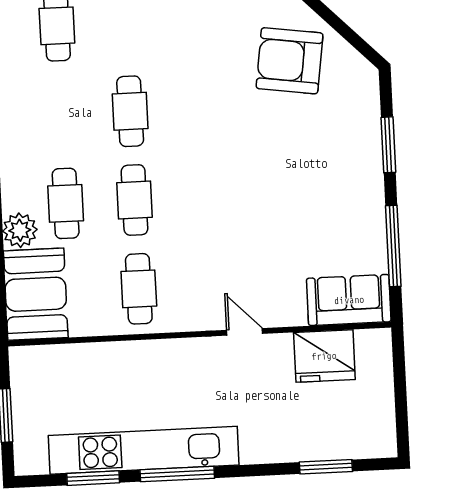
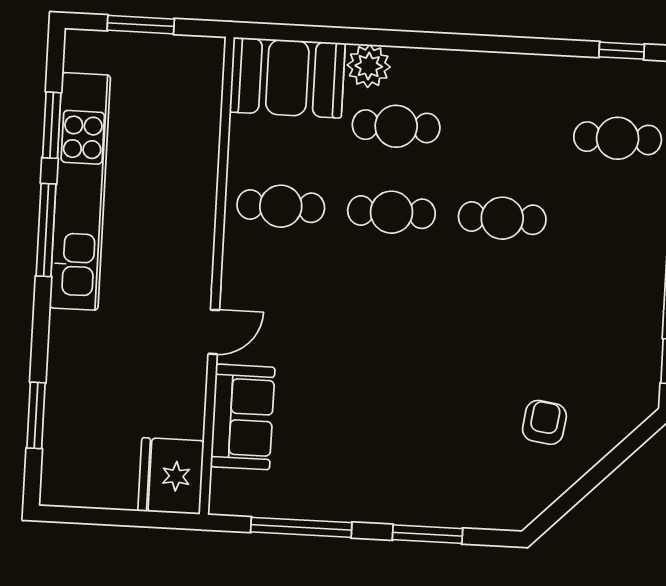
armchair: (290, 61) -> (544, 422), width x0.53, depth x0.53
sofa: (349, 300) -> (243, 417), moved
fridge: (324, 356) -> (171, 476), moved

